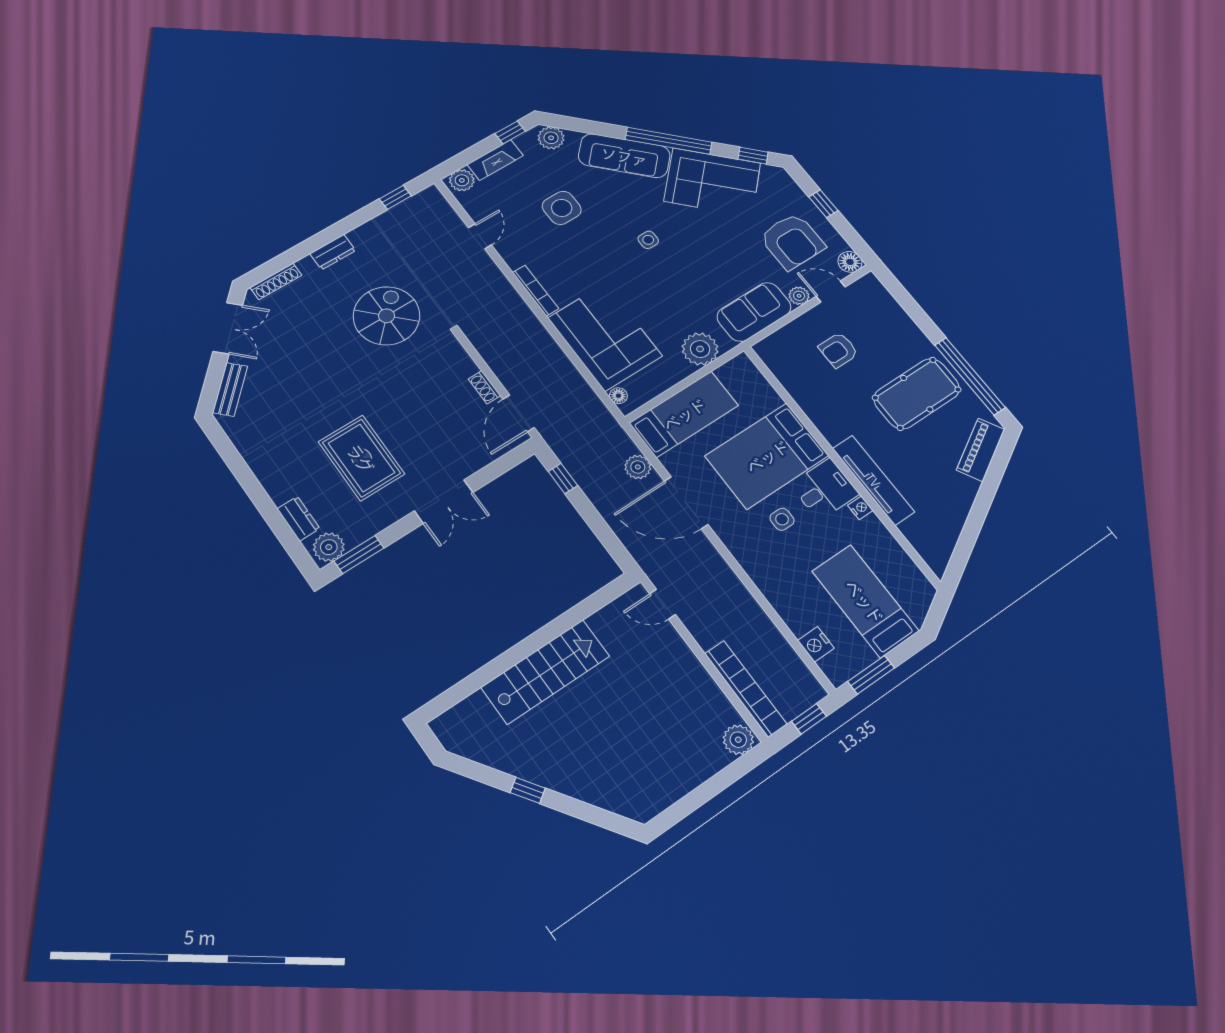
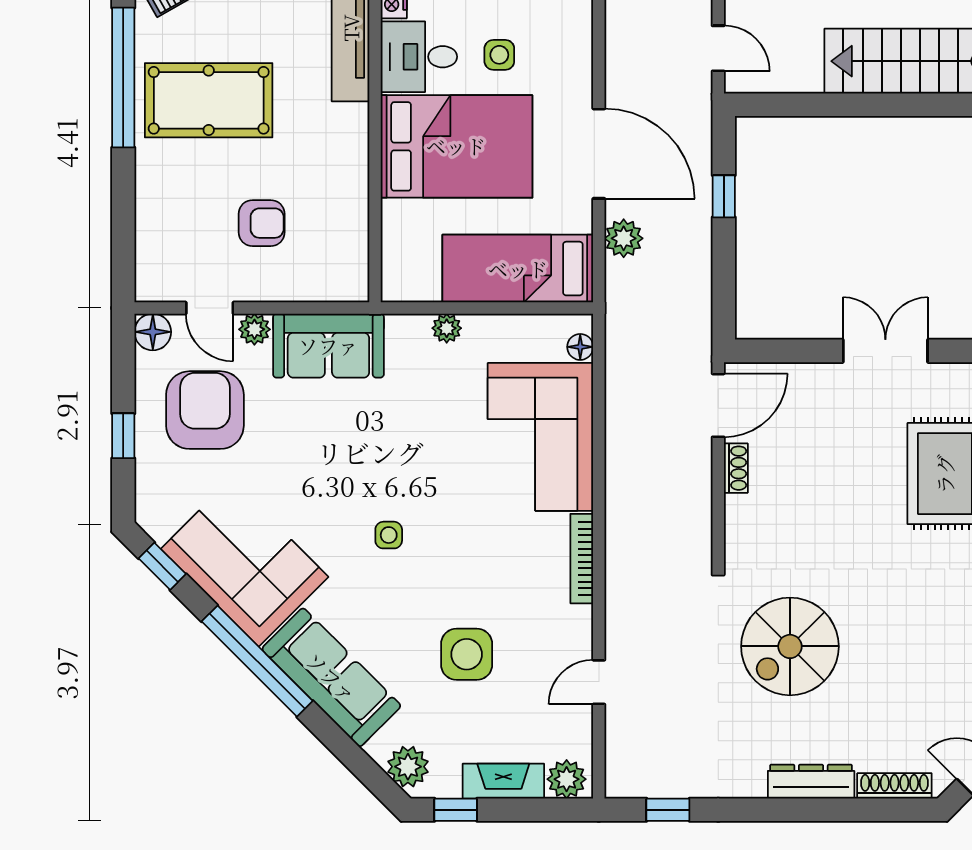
dresser: (333, 252) -> (811, 782), width x1.44
plant: (700, 349) -> (447, 328), width x0.53, depth x0.53
window: (563, 478) -> (724, 196), moved

